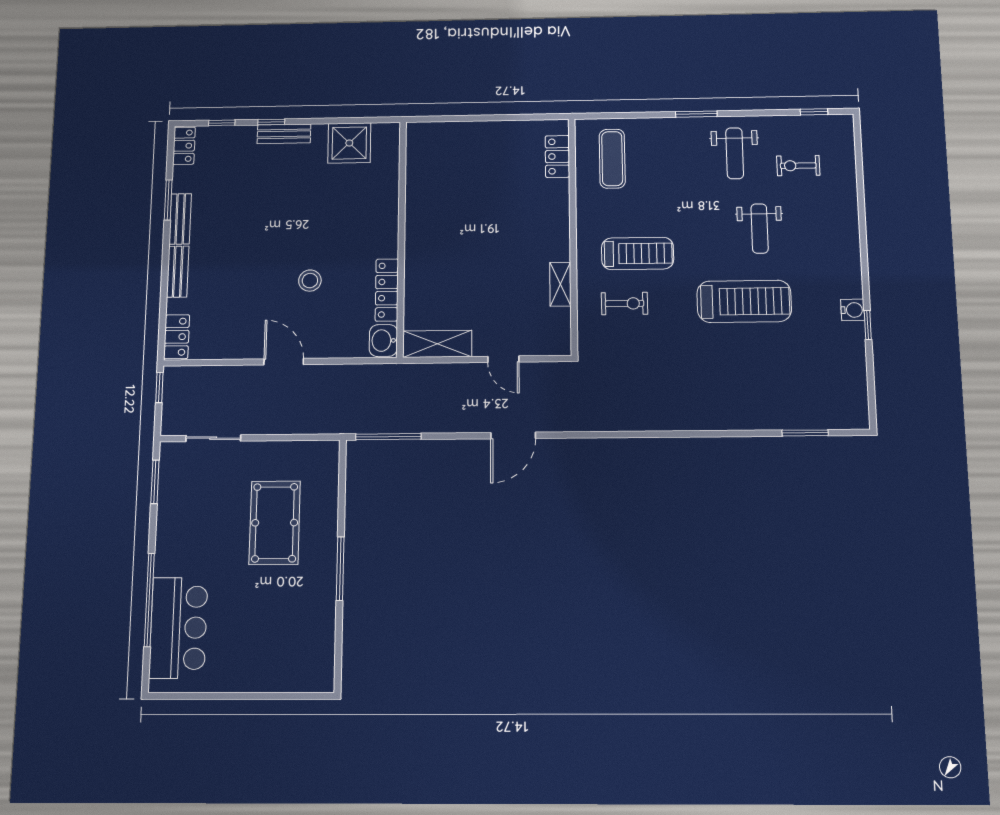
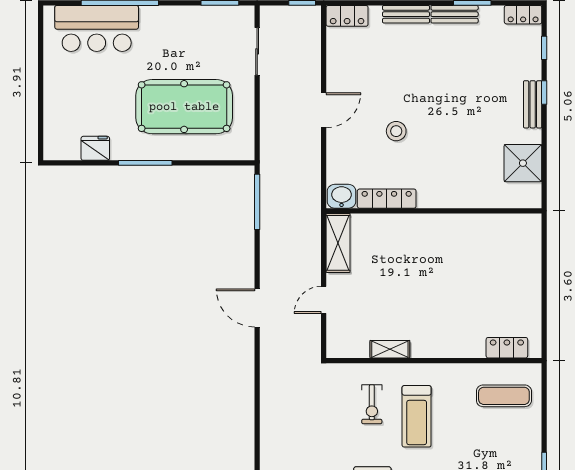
pool table: (275, 523) -> (184, 107), width x1.36, depth x1.32
fridge: (321, 629) -> (95, 148), added

